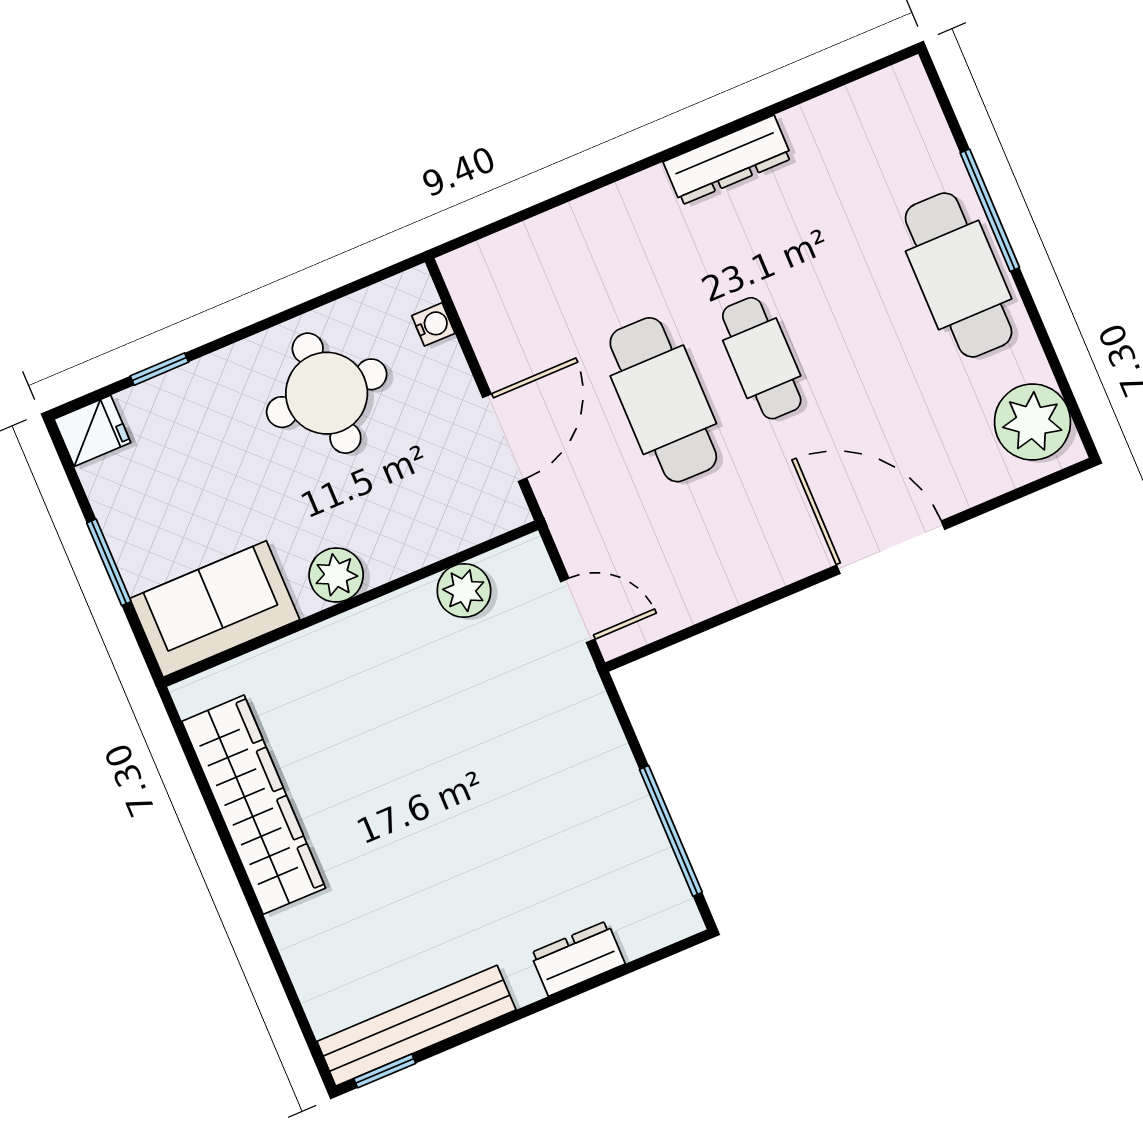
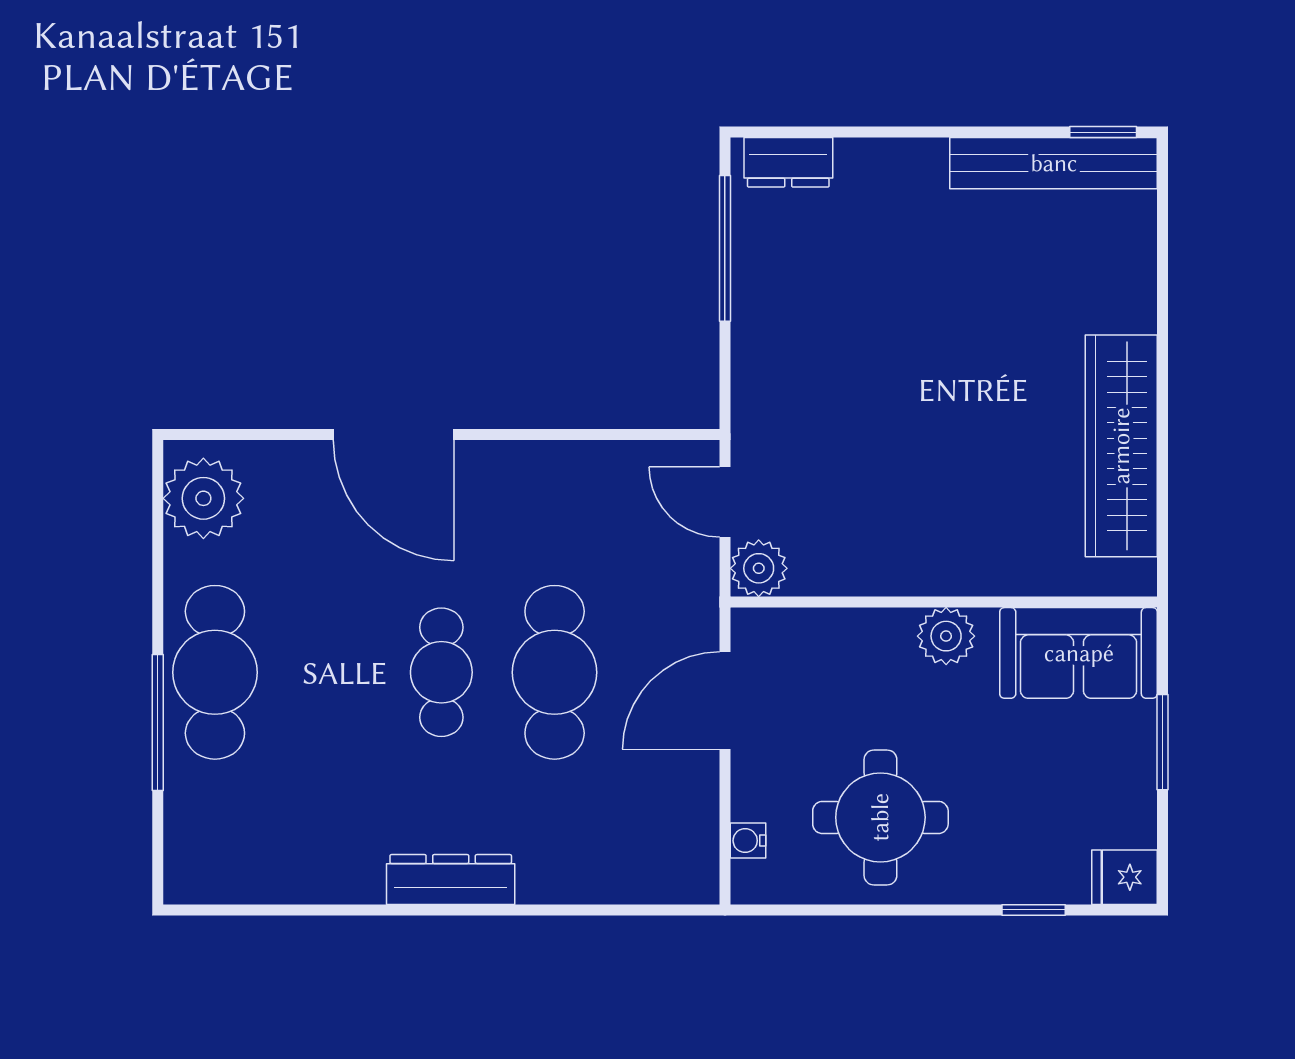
dresser: (728, 160) -> (451, 880), moved
plant: (464, 590) -> (759, 568), moved
dresser: (578, 958) -> (788, 162), moved

